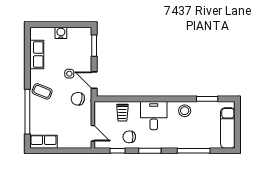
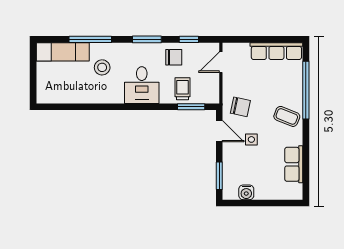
water cooler: (61, 33) -> (246, 192), moved
window: (207, 99) -> (191, 107), moved
stool: (185, 111) -> (102, 67), moved
exam couch: (228, 128) -> (63, 52), moved, turned 90
door: (93, 133) -> (221, 62), hinge flipped
row of seats: (44, 142) -> (276, 51), width x1.48

